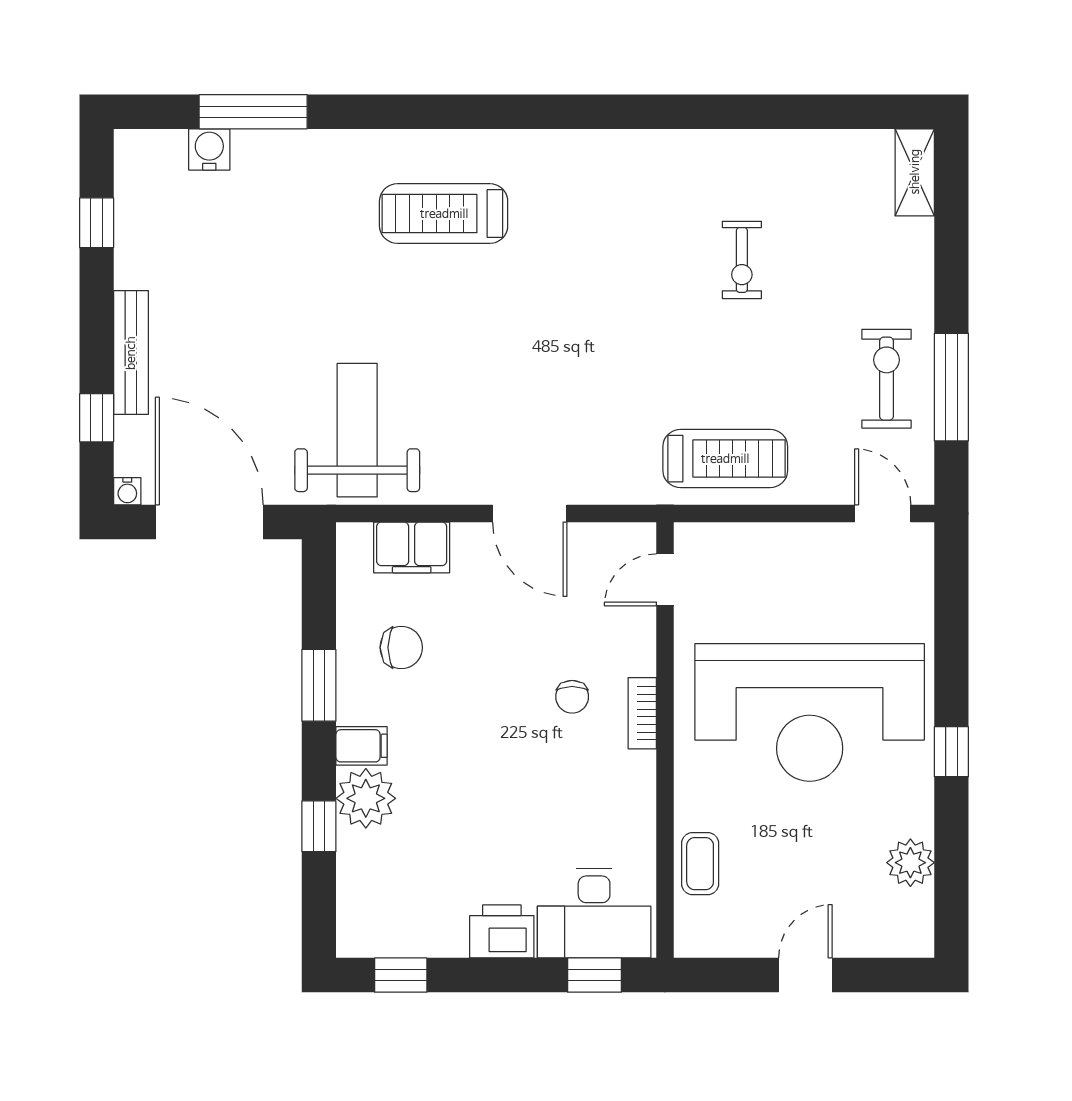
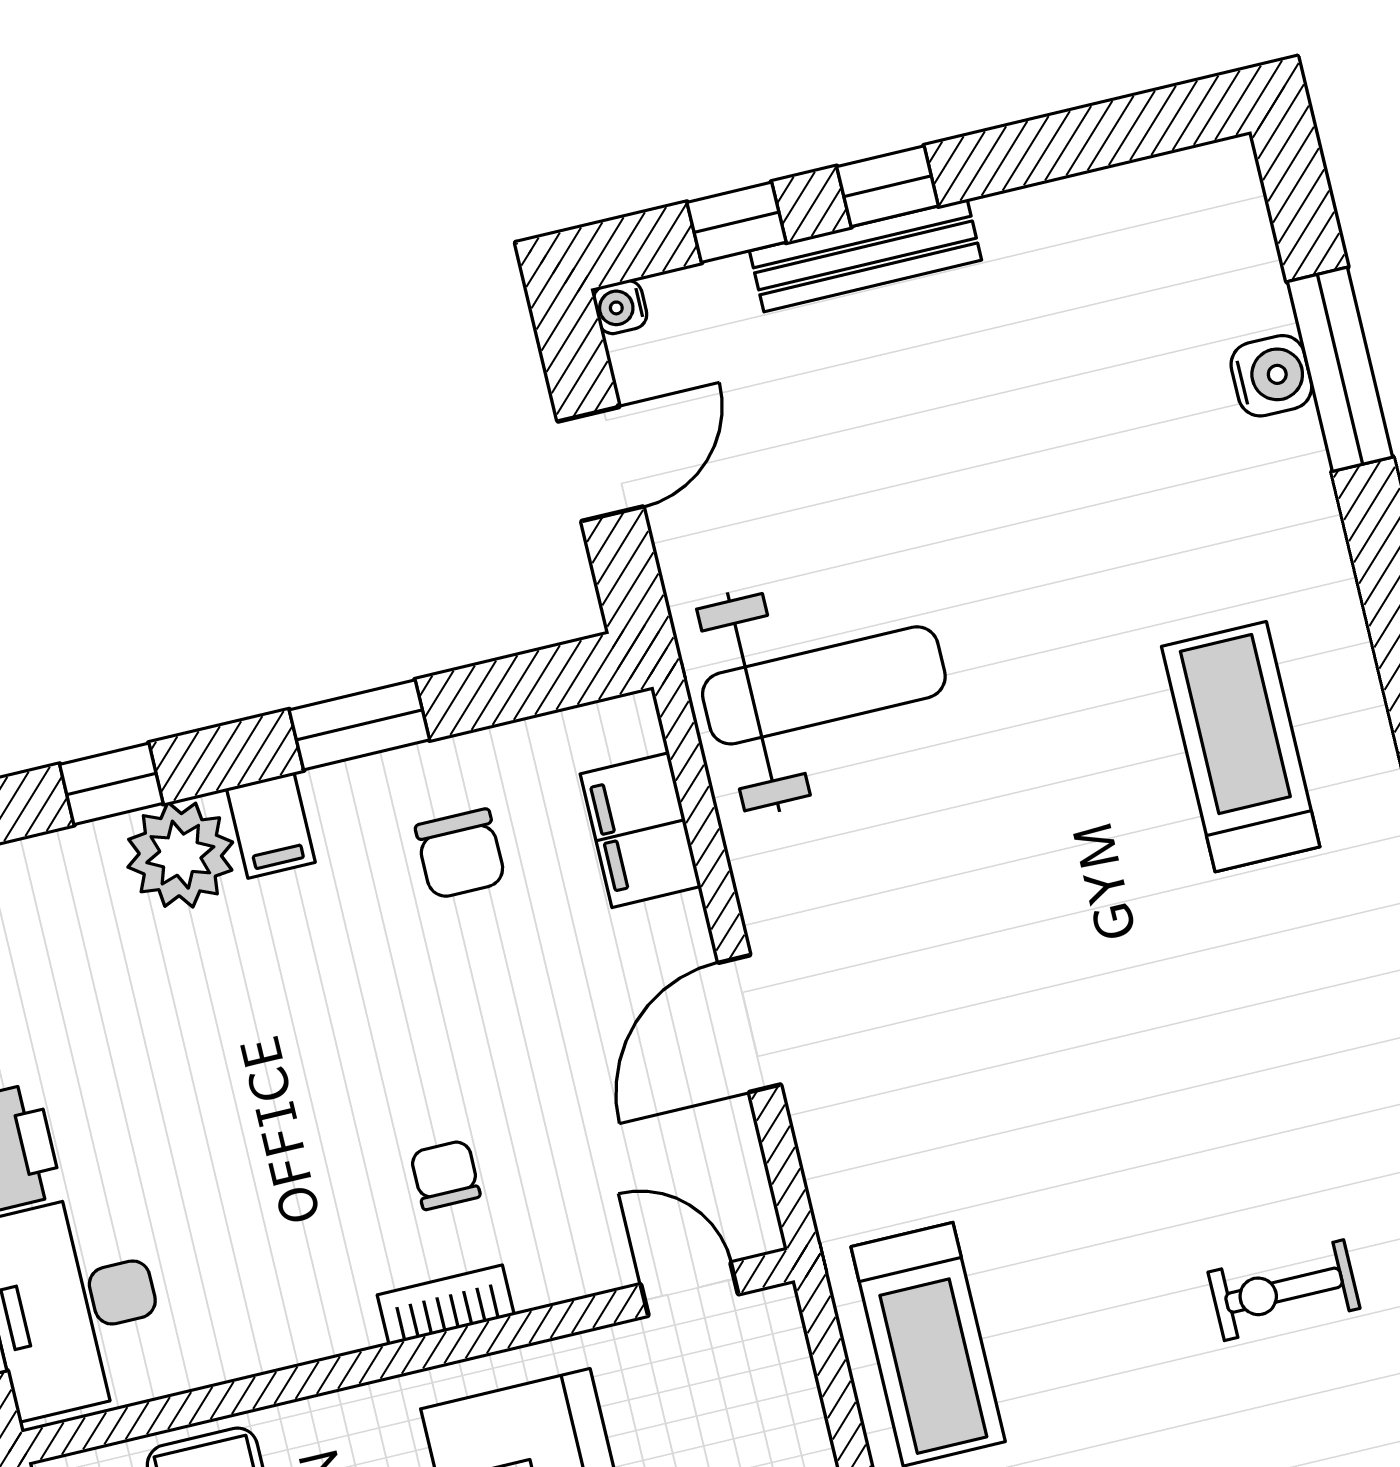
water cooler: (209, 149) -> (1271, 376), moved
window: (97, 223) -> (888, 186), moved
door: (209, 522) -> (600, 464), width x0.53
chair: (572, 697) -> (445, 1175), turned 90

